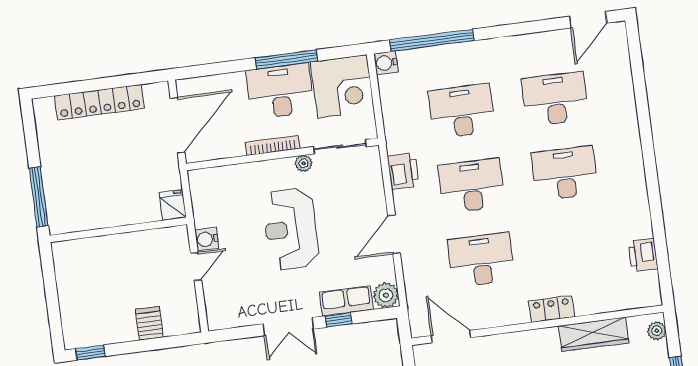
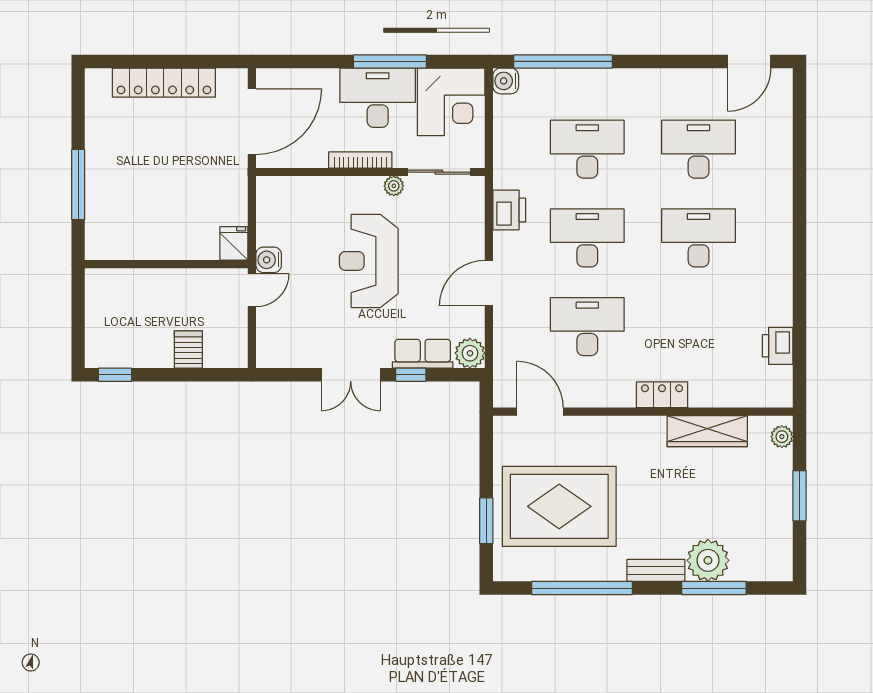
fridge: (173, 205) -> (234, 243), moved
wall: (118, 230) -> (166, 264), moved

